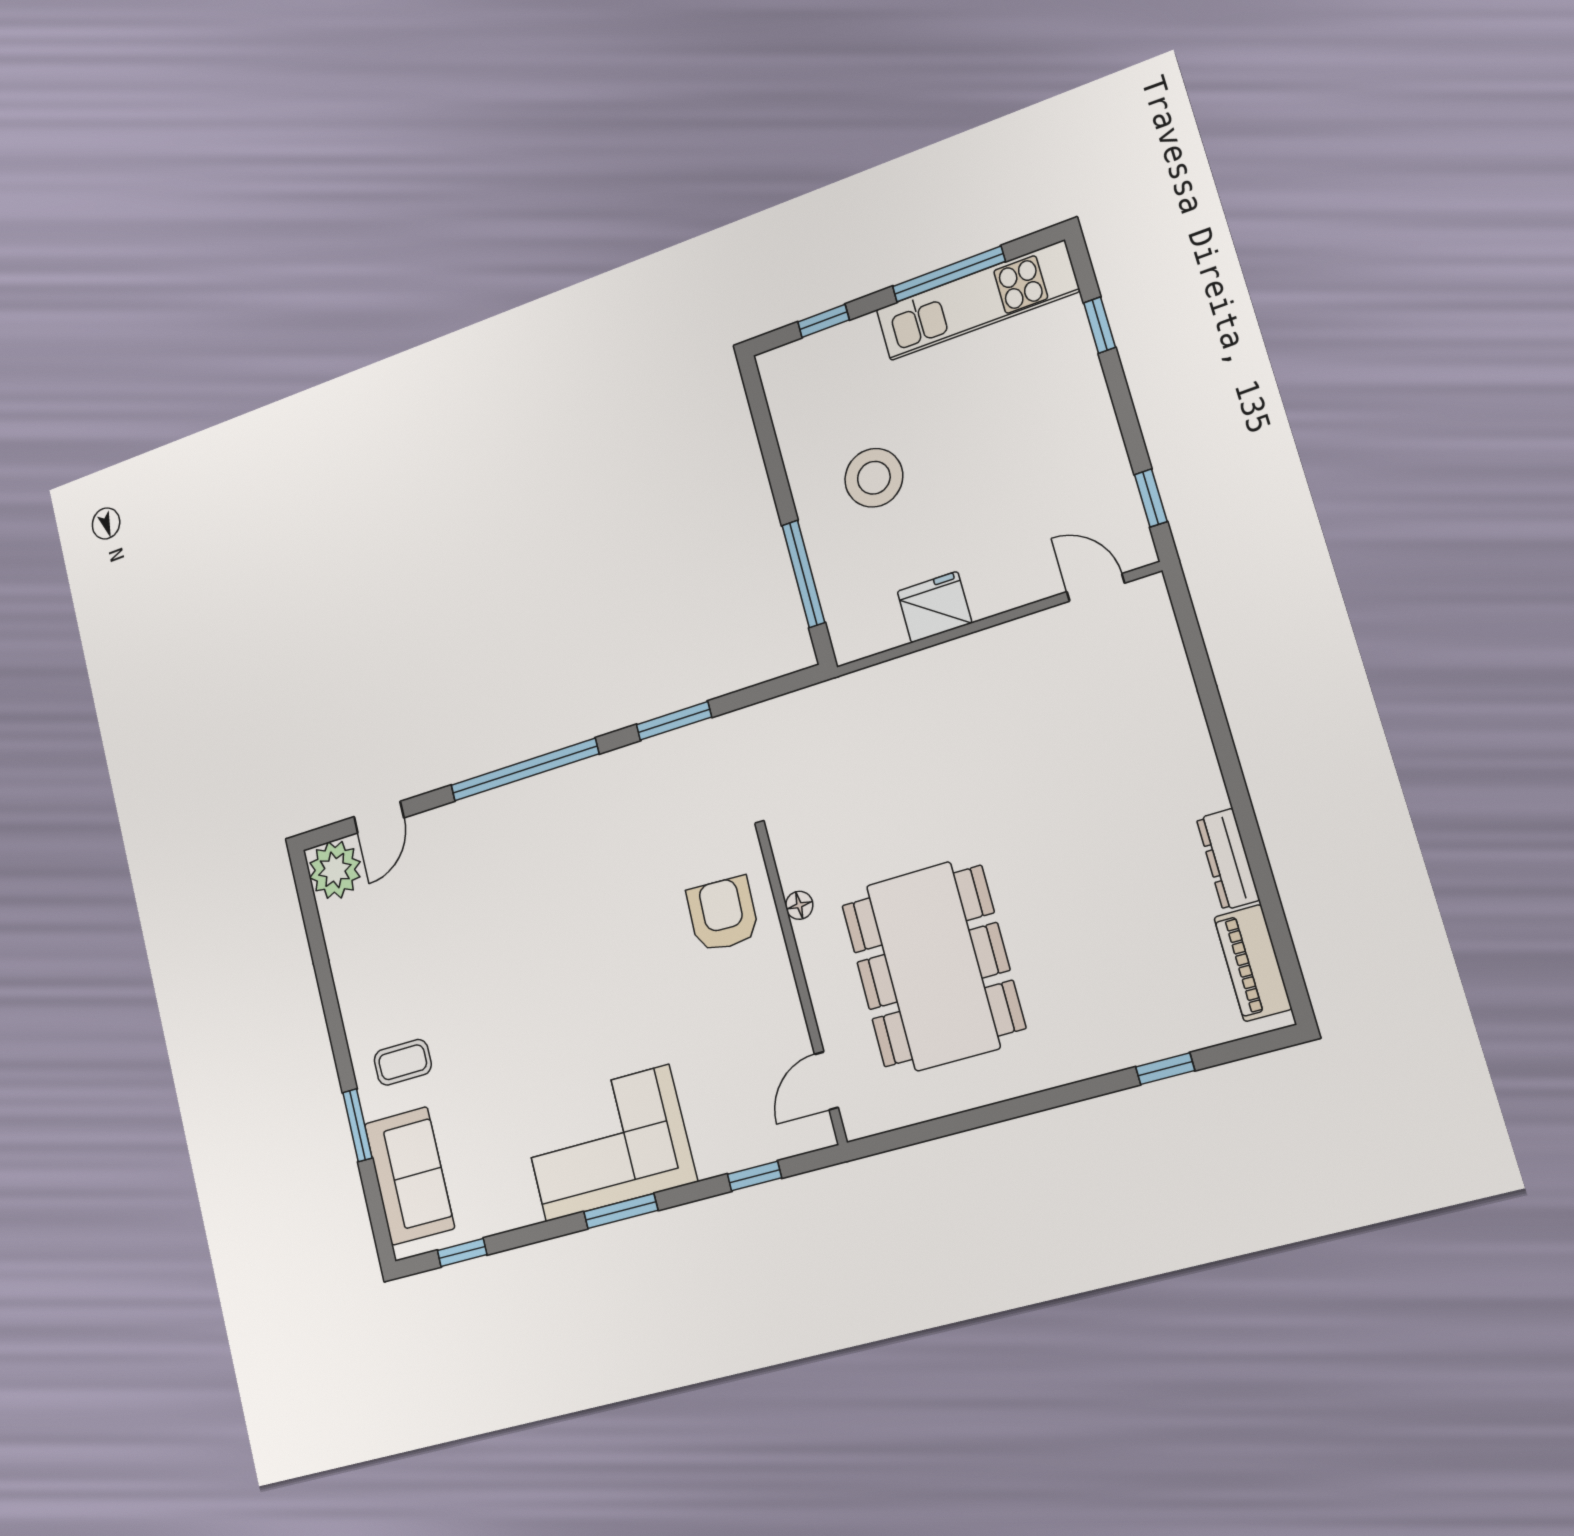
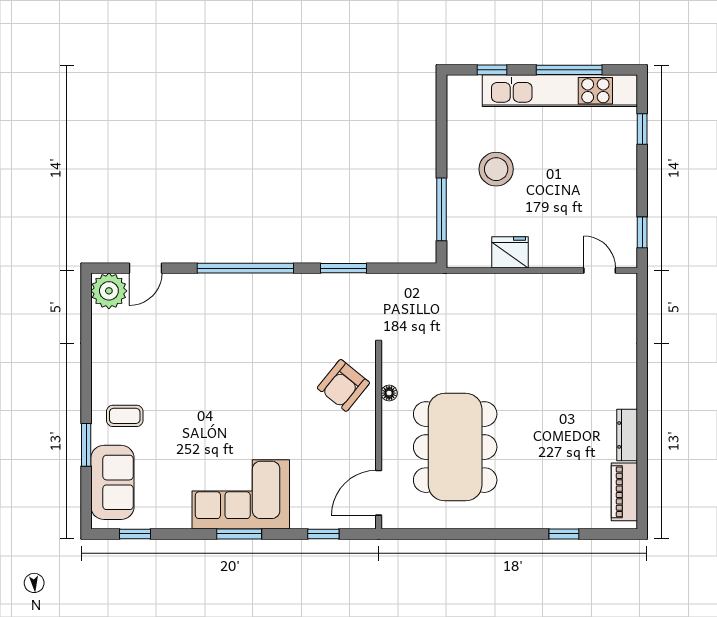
kitchen unit: (977, 301) -> (560, 91), width x1.36
armchair: (723, 914) -> (343, 385), turned -143
door: (826, 1081) -> (379, 493), width x1.38

